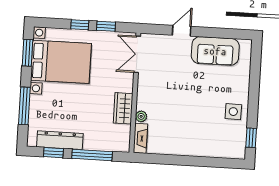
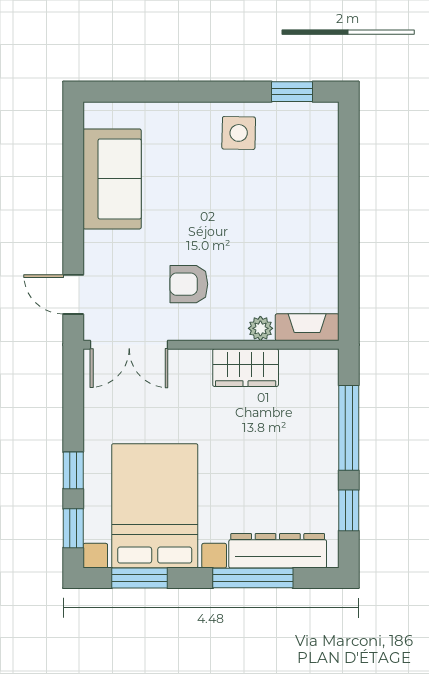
window: (106, 26) -> (73, 528), moved
door: (182, 31) -> (73, 294), moved
armchair: (164, 84) -> (189, 284), added
dresser: (60, 140) -> (278, 551), moved, turned 90

